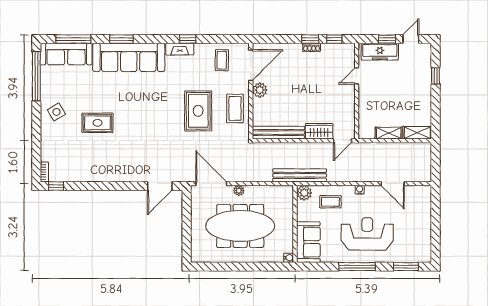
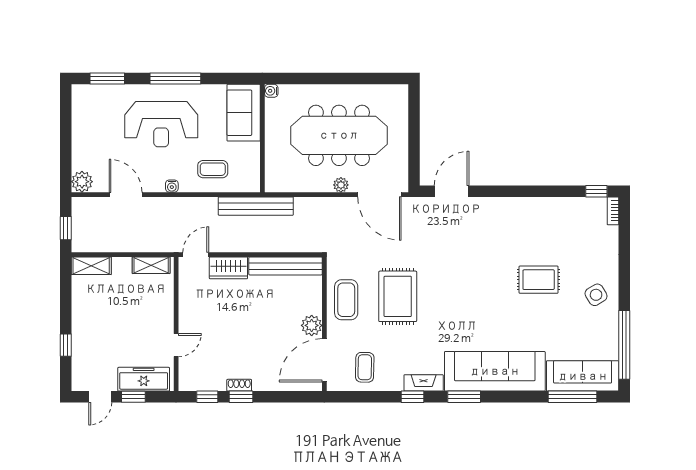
window: (121, 39) -> (464, 397), moved
shelving: (389, 133) -> (151, 265), moved
window: (435, 160) -> (66, 228), added
plant: (304, 193) -> (82, 182), moved

